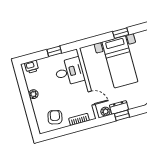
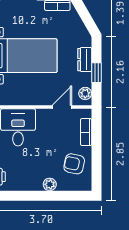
plant: (33, 94) -> (50, 184), moved
dresser: (119, 107) -> (85, 60), moved

